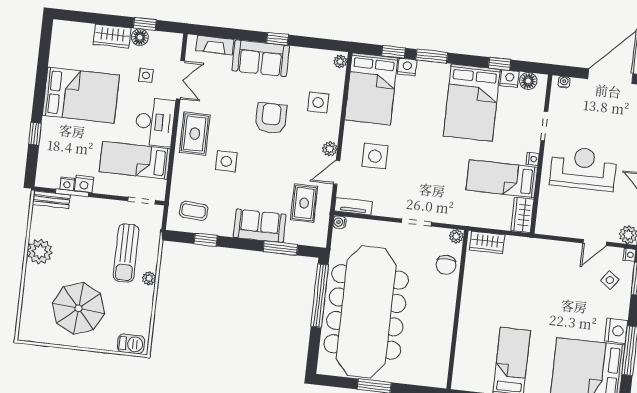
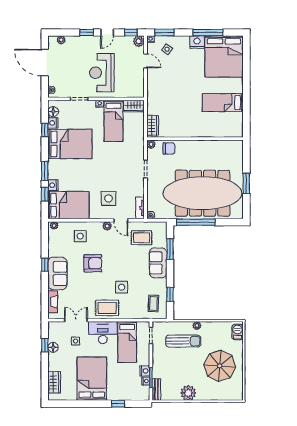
wardrobe: (112, 36) -> (54, 382), moved
armchair: (271, 118) -> (93, 263), turned 180

